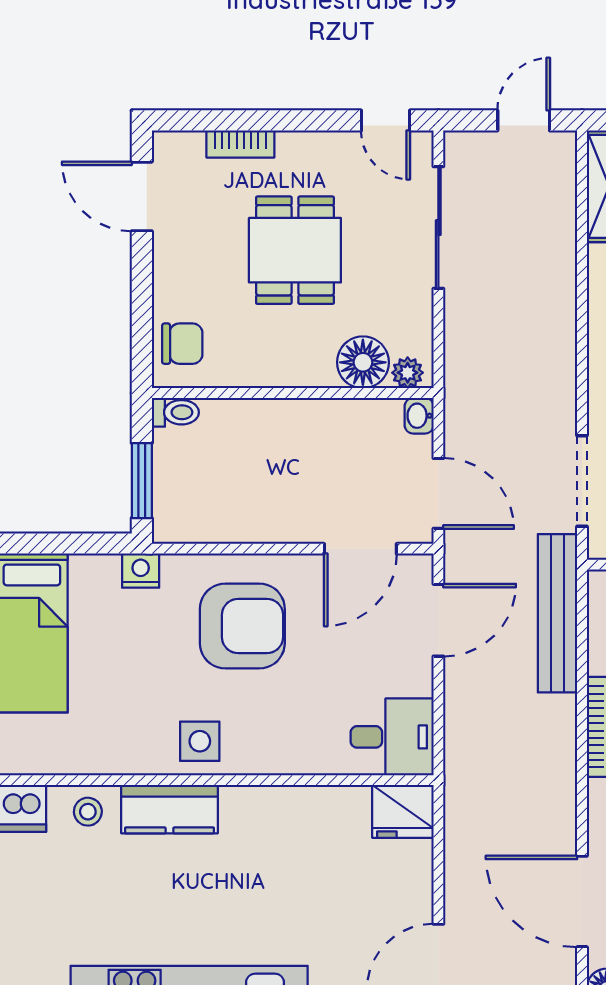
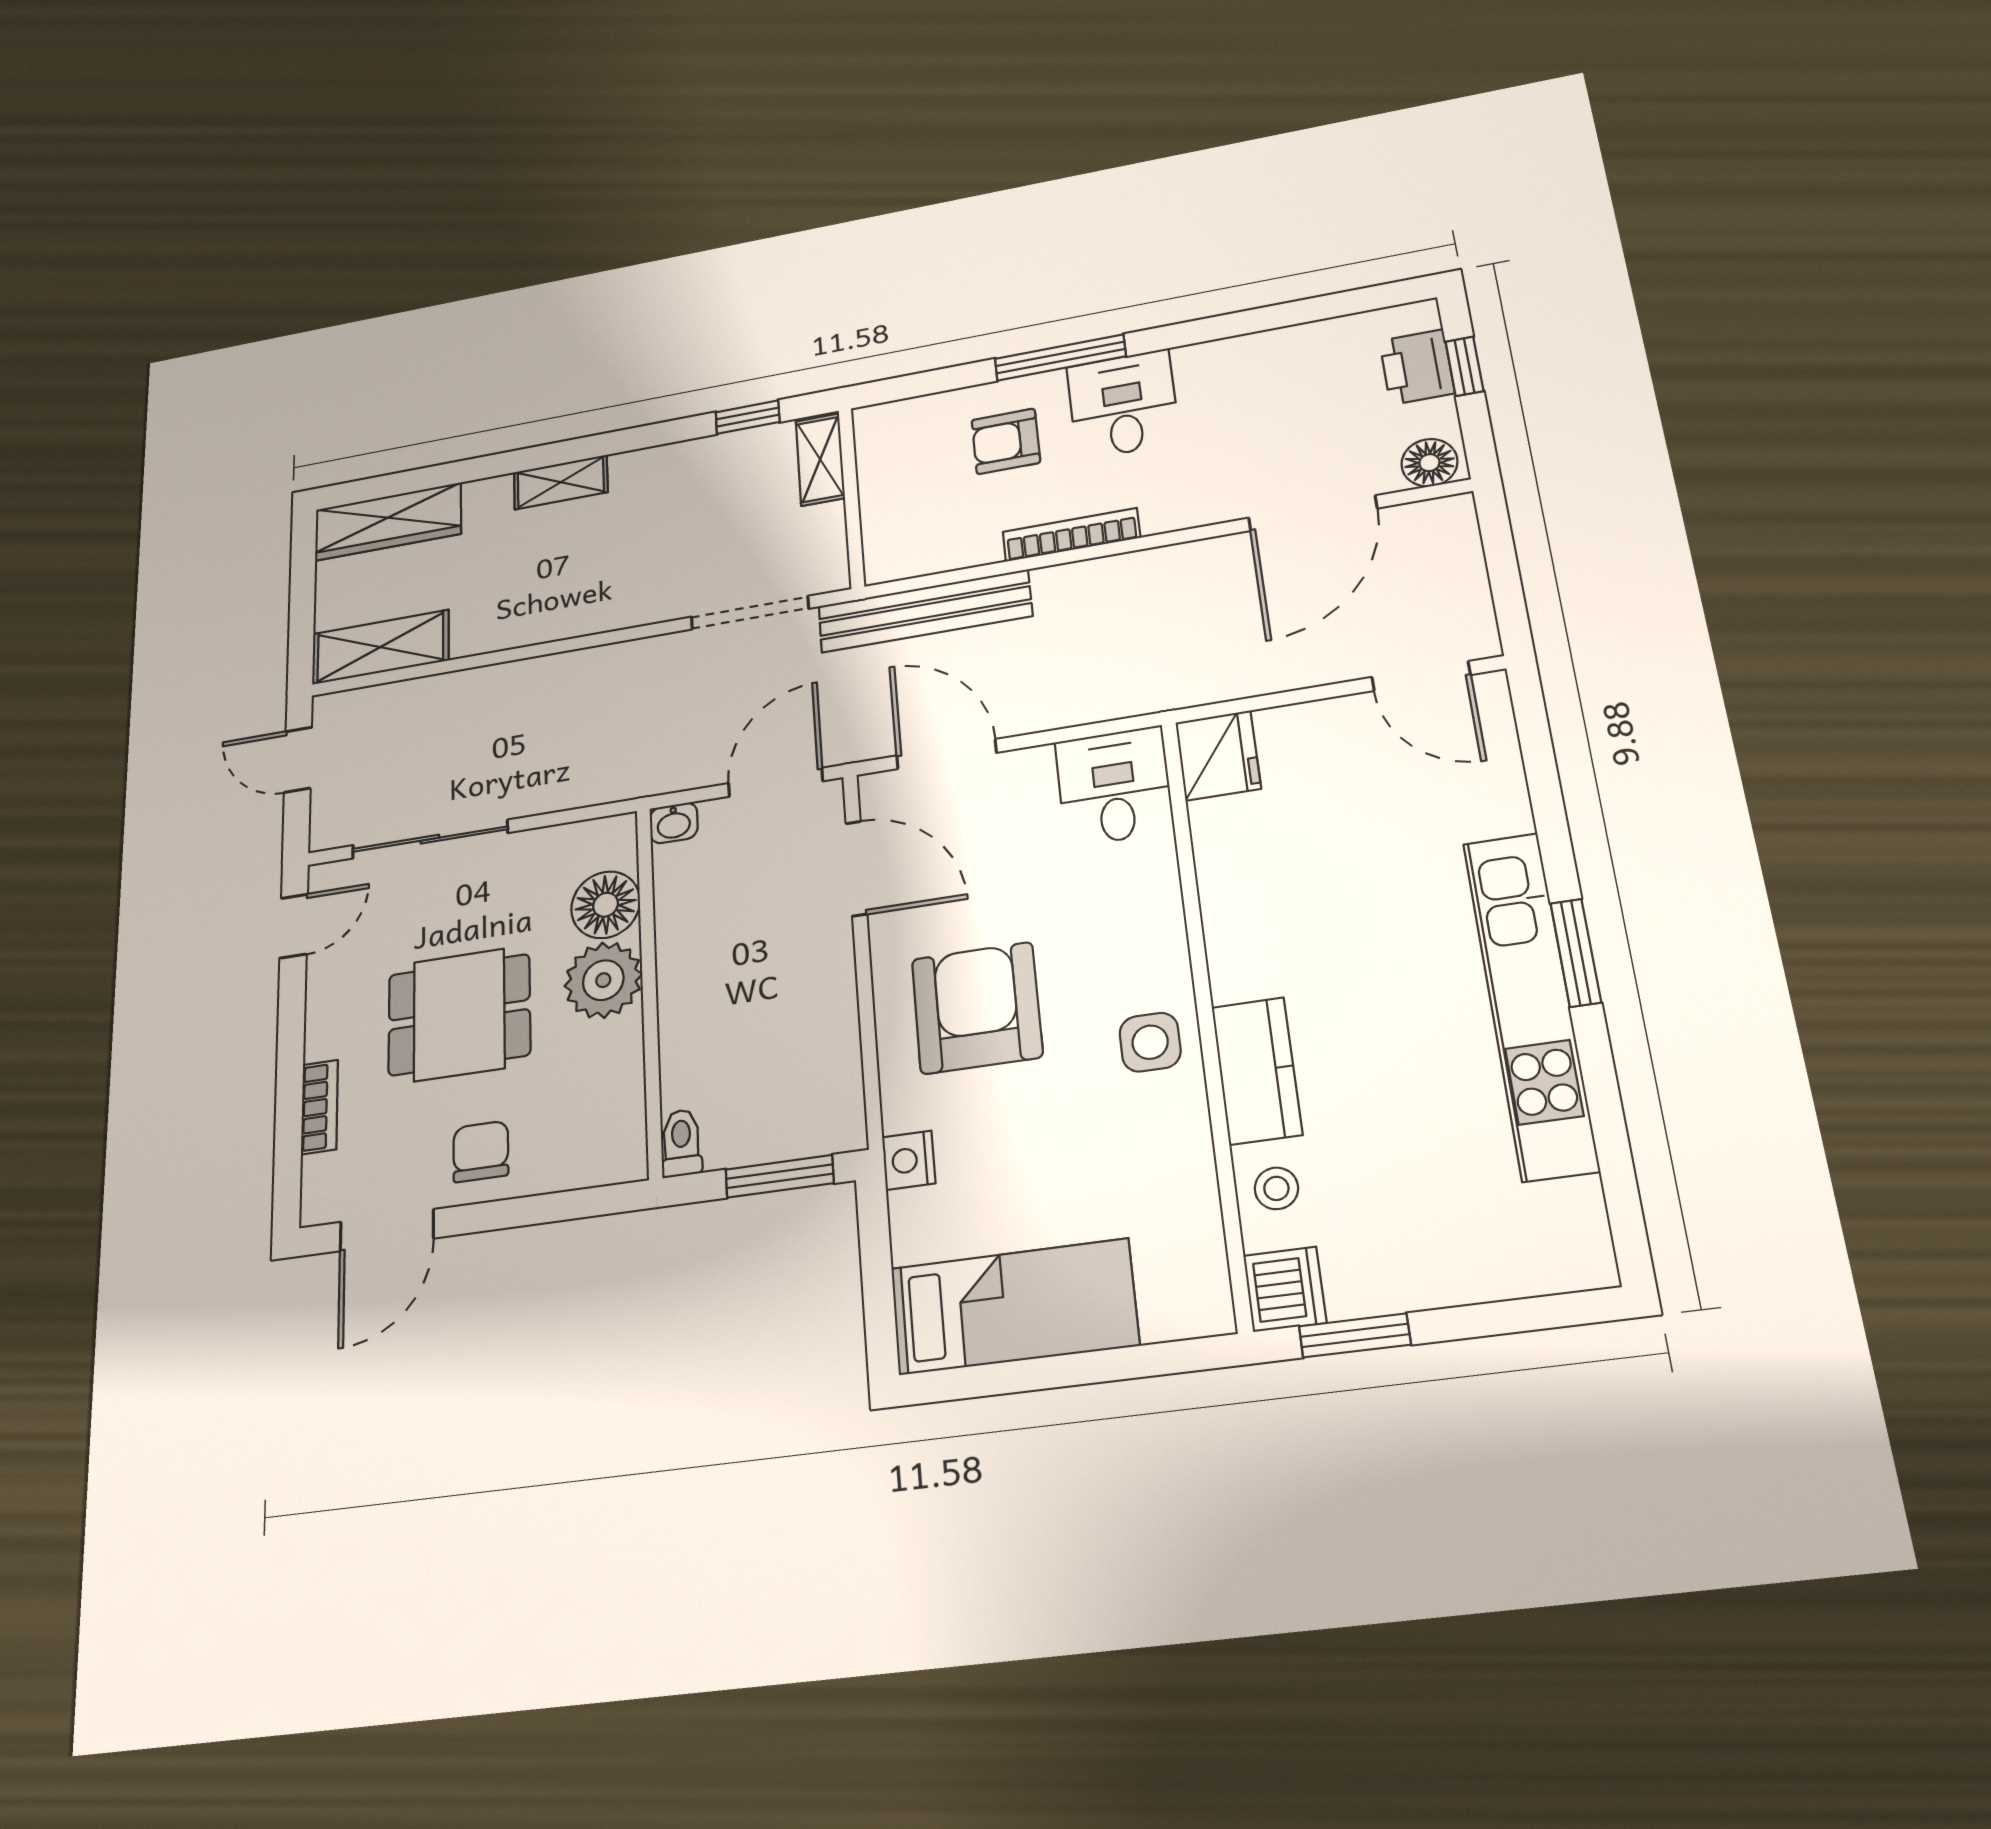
chair: (182, 344) -> (481, 1152), moved
plant: (408, 373) -> (603, 980), moved, width x1.87, depth x1.87

